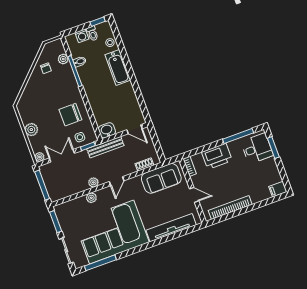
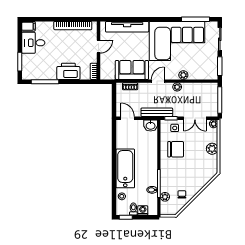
bathtub: (118, 67) -> (125, 168), width x1.36, depth x1.36
desk: (257, 149) -> (33, 43), moved
sofa: (161, 178) -> (132, 70), moved
door: (194, 195) -> (99, 47), swing flipped

